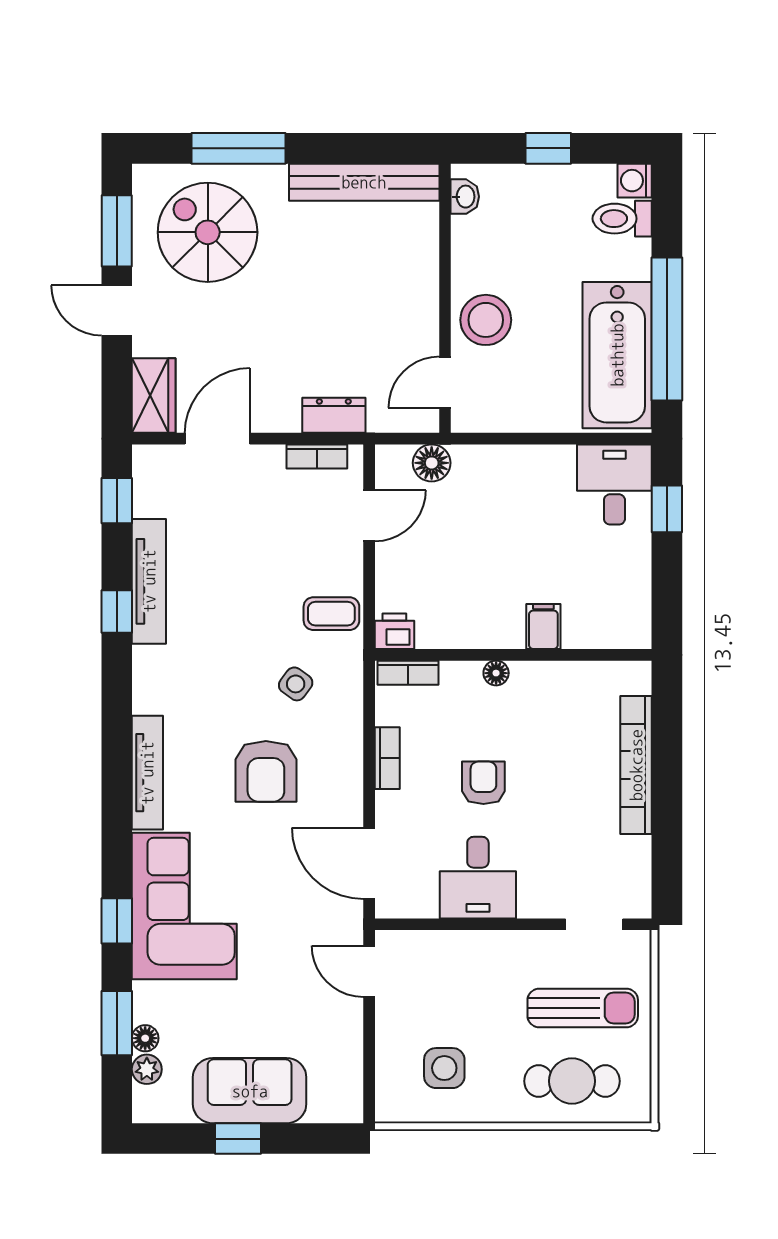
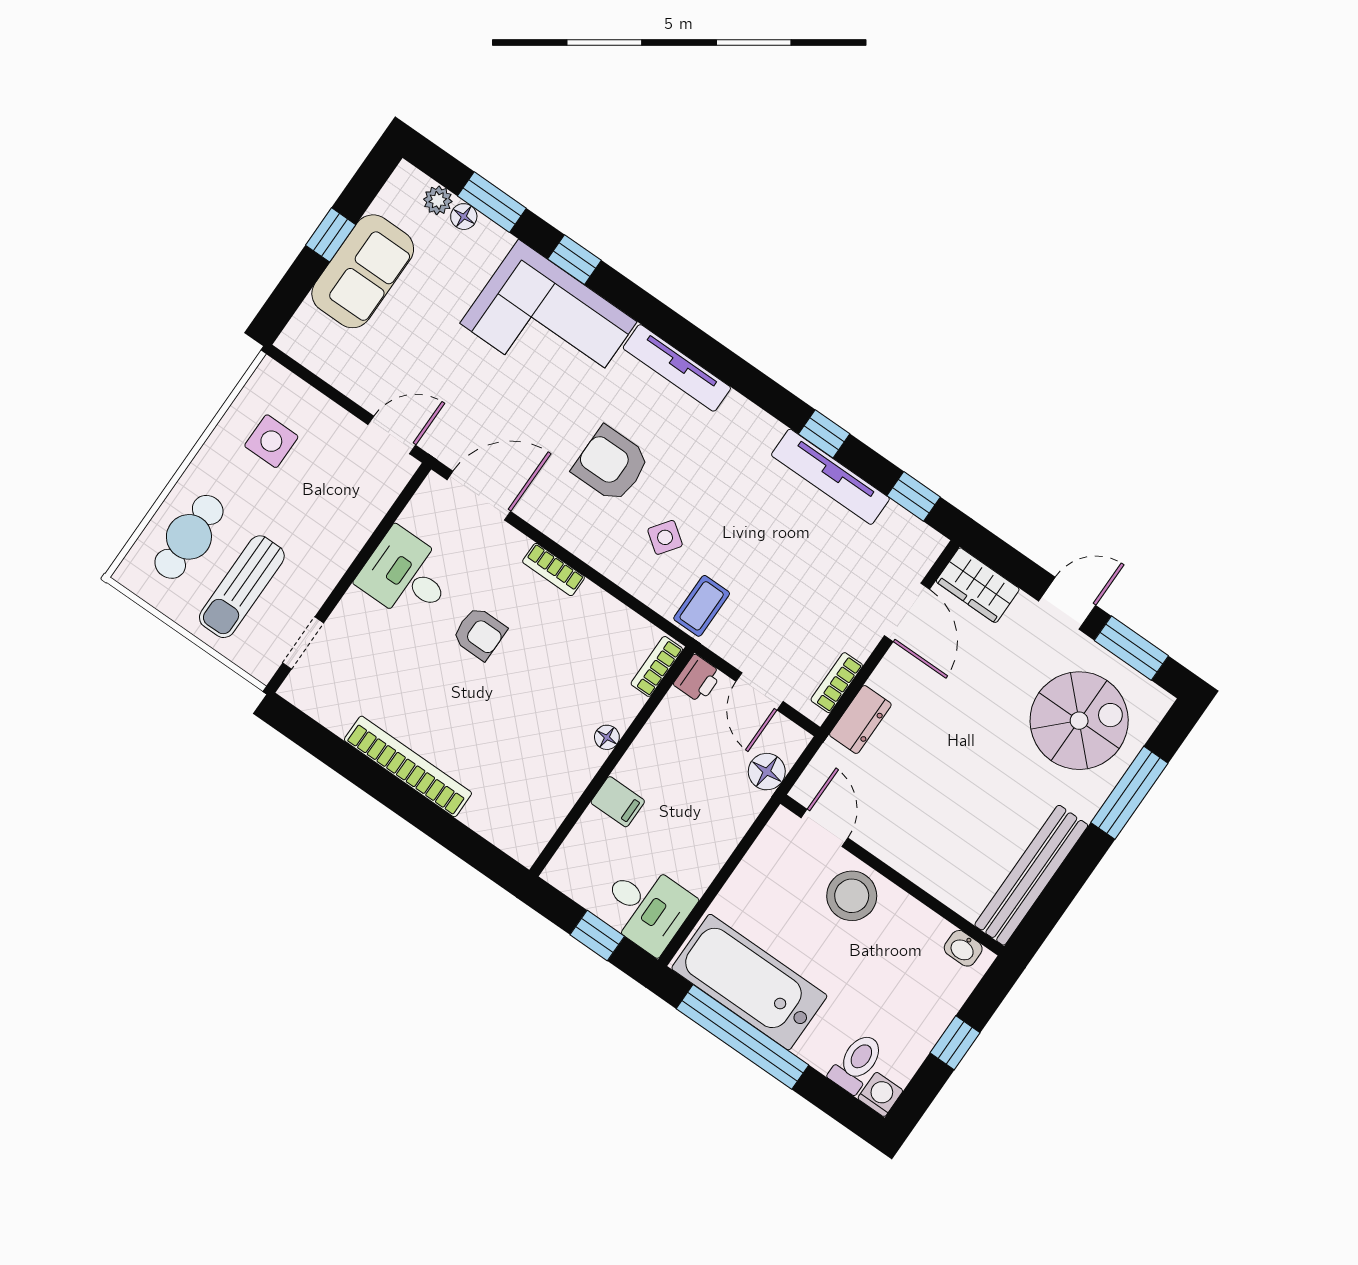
filing cabinet: (543, 627) -> (618, 802), moved
printer: (394, 631) -> (698, 679), moved
wall: (513, 655) -> (612, 761), moved
bookcase: (408, 673) -> (657, 666), moved
floor lamp: (496, 673) -> (607, 737), moved

